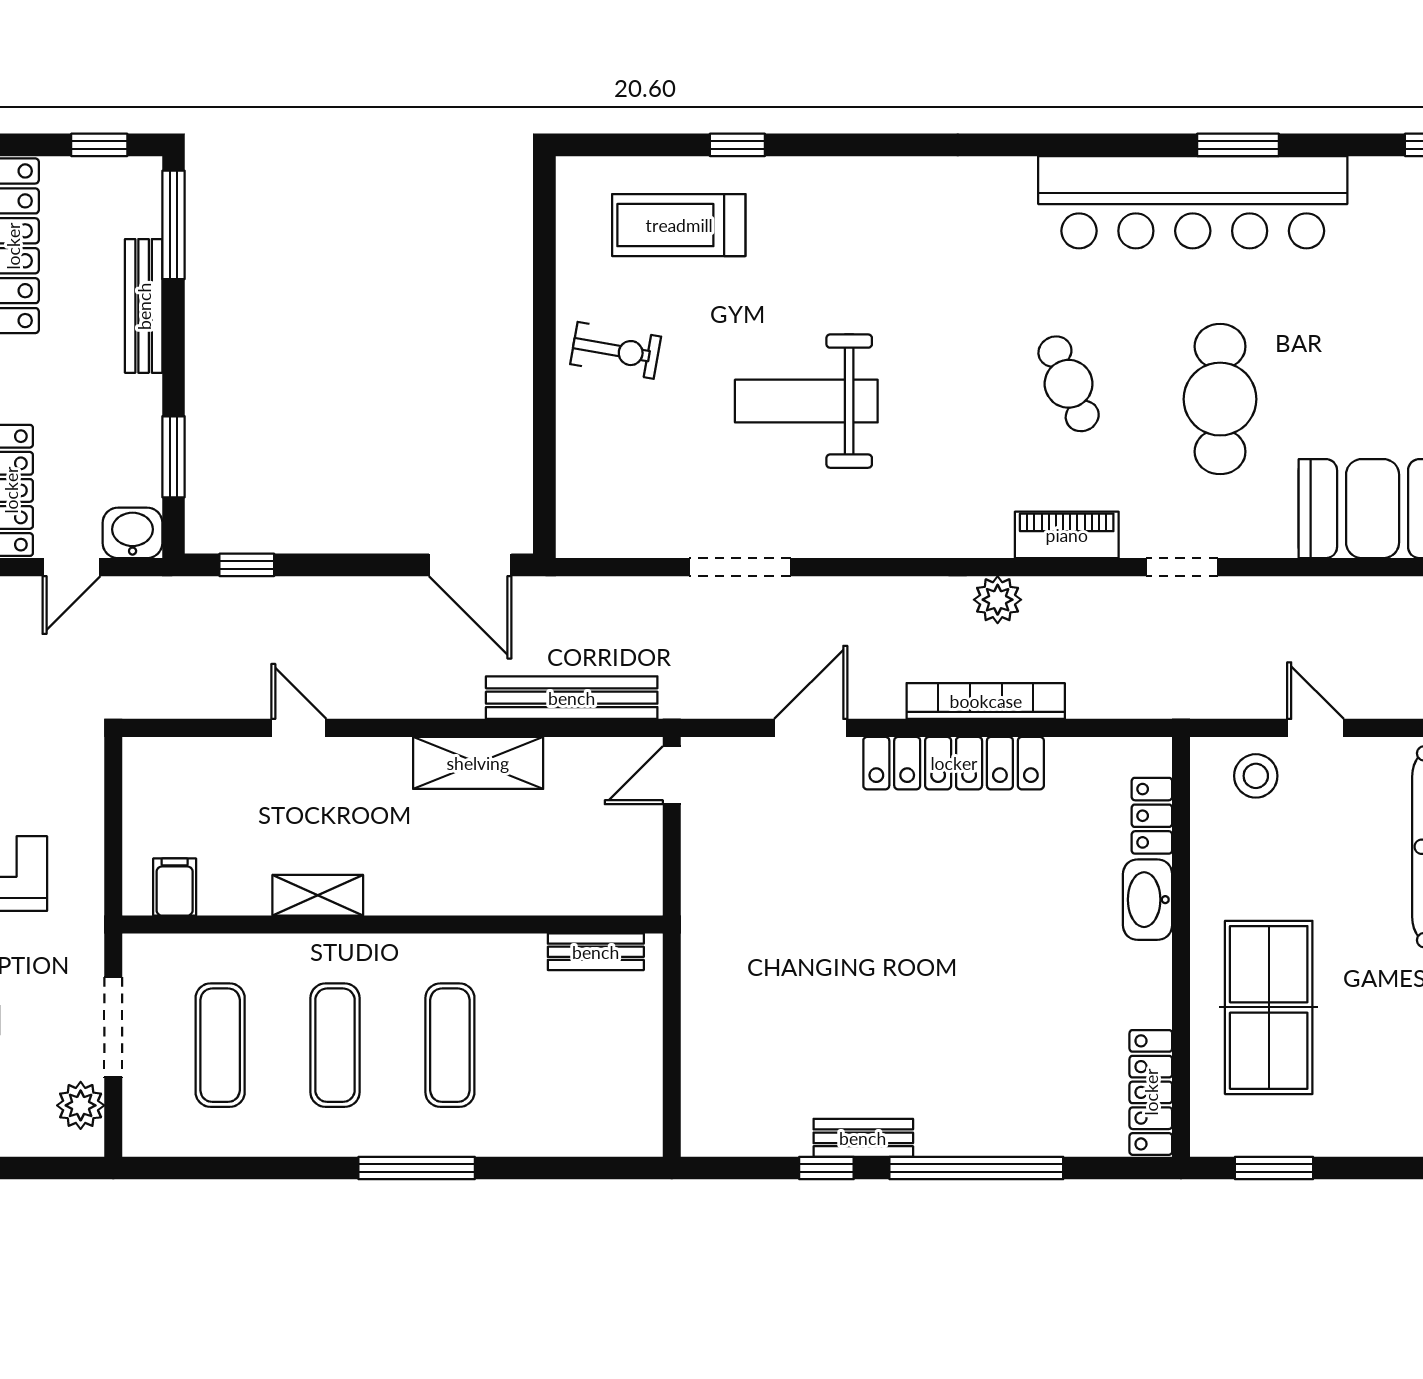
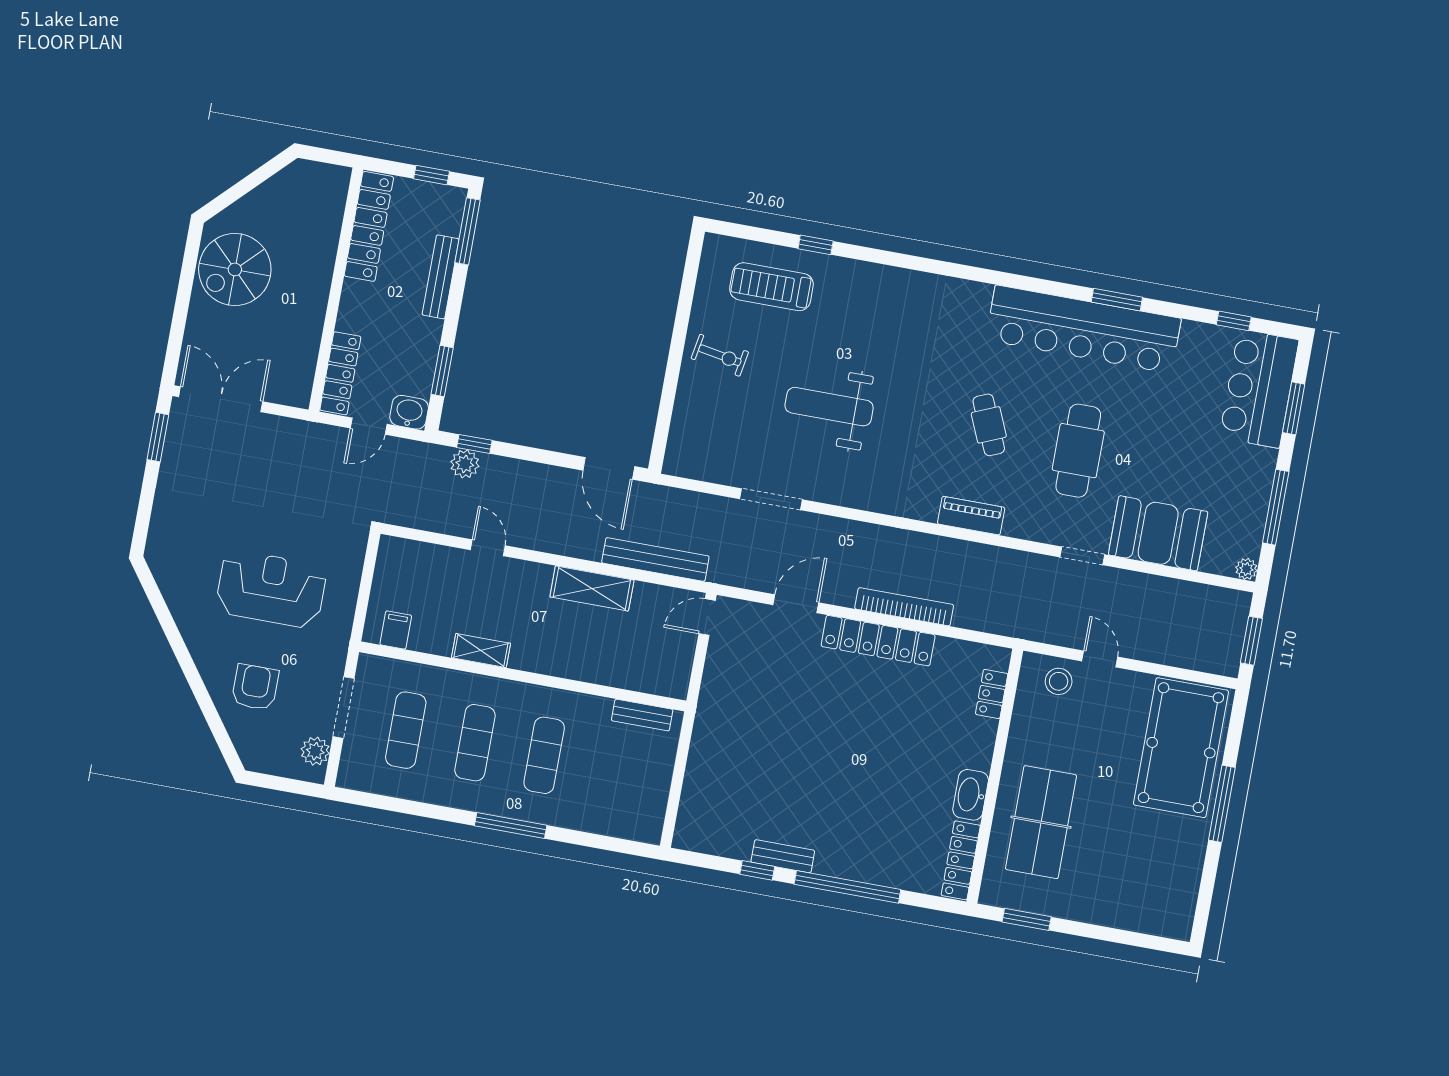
doorway: (1182, 567) -> (1082, 556), moved
plant: (998, 600) -> (465, 464), moved
washbasin: (1148, 900) -> (971, 795), moved

